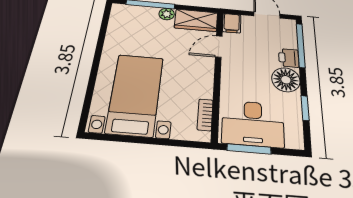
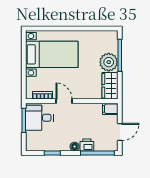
plant: (167, 14) -> (109, 62), width x1.88, depth x1.88
door: (219, 46) -> (64, 101), moved
floor lamp: (286, 80) -> (75, 147), width x0.53, depth x0.53
desk: (253, 123) -> (39, 118), width x0.73

